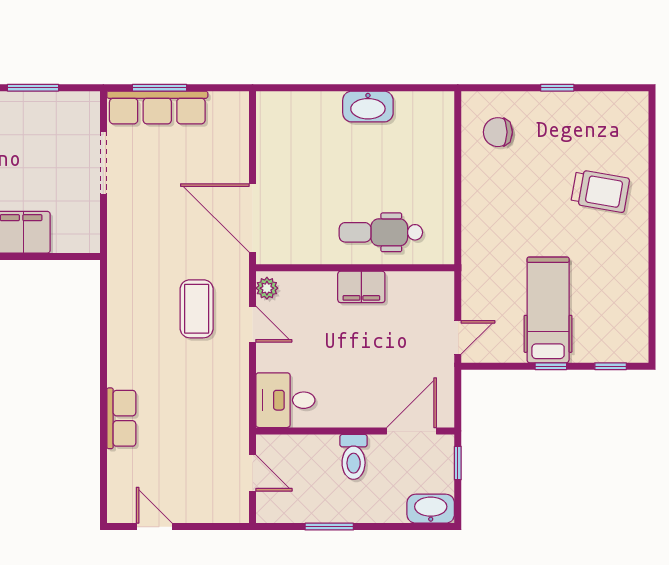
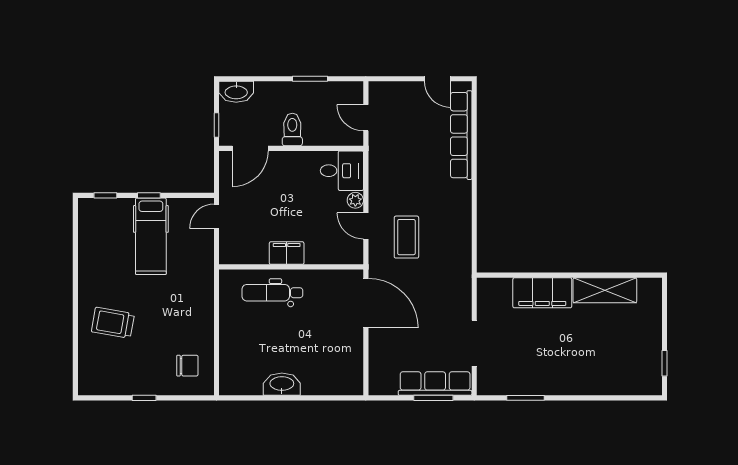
dental chair: (381, 232) -> (272, 293), turned 180
plant: (267, 288) -> (355, 200), moved
row of seats: (121, 418) -> (461, 135), width x2.02

